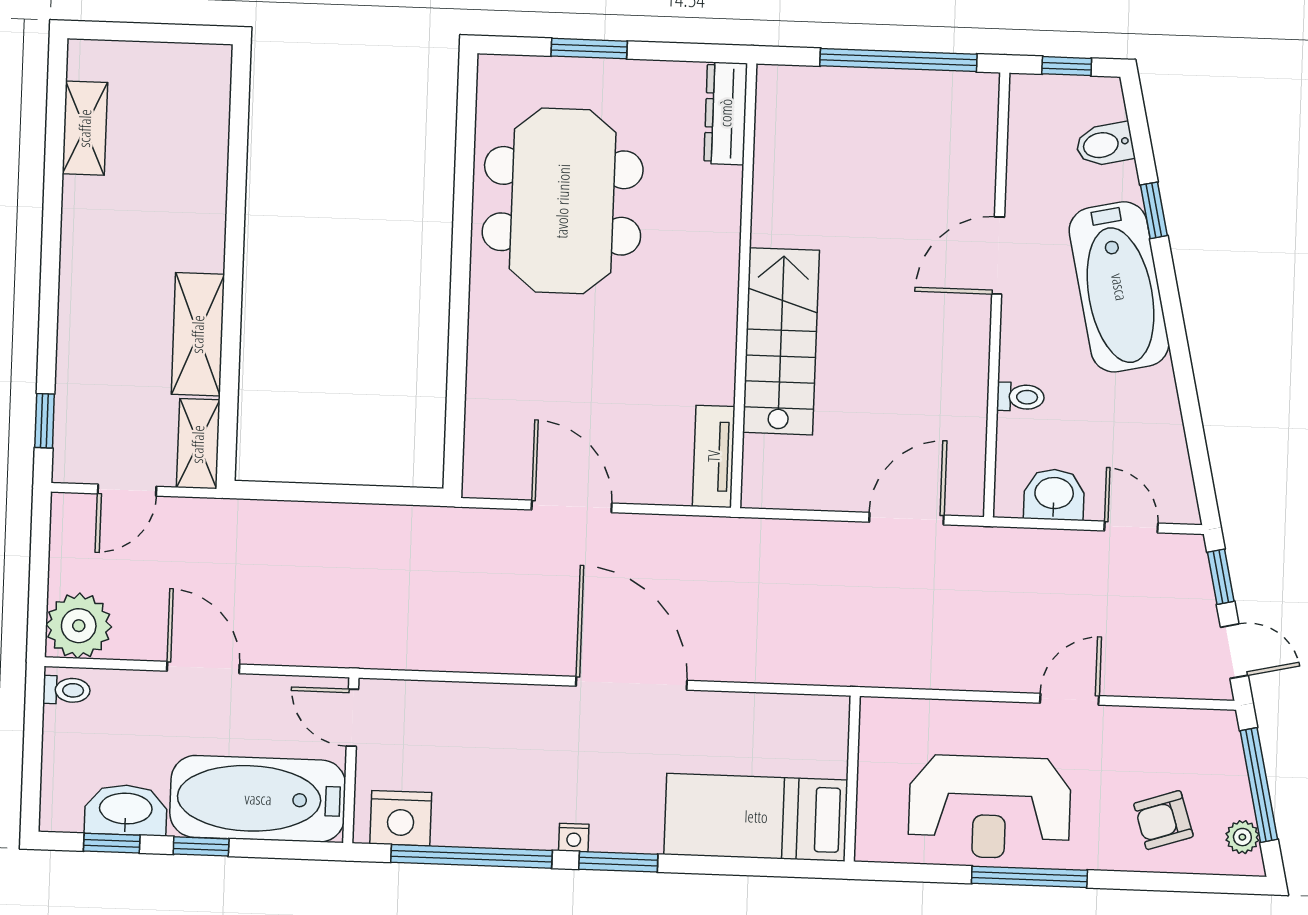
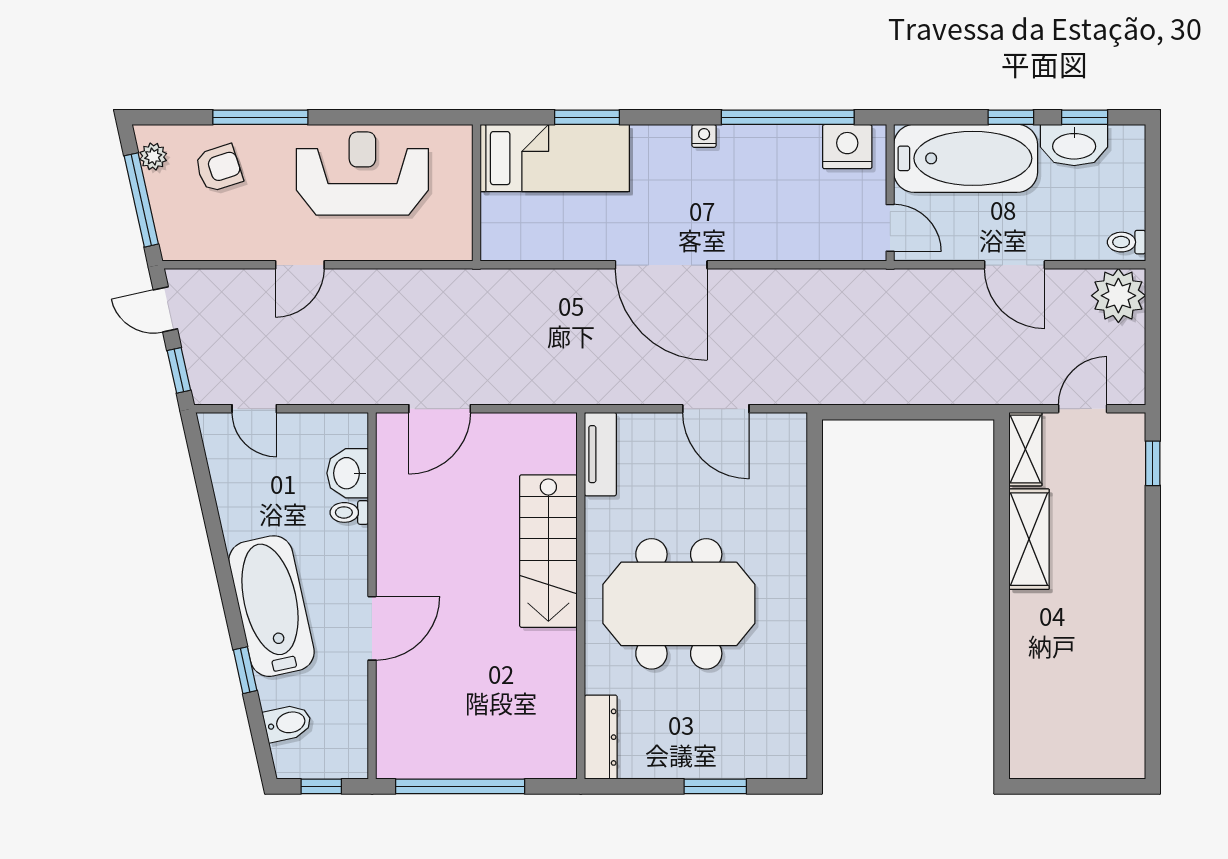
shelving: (85, 128) -> (1128, 706), removed
meeting table: (563, 201) -> (679, 604), moved, turned 90
washbasin: (1054, 495) -> (348, 473), moved, turned 90
window: (618, 862) -> (587, 117), moved
window: (1029, 877) -> (260, 117), moved

